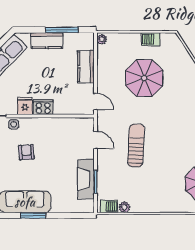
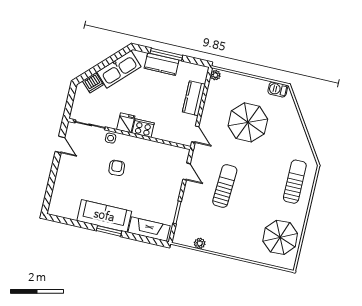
window: (62, 30) -> (166, 54), moved
barbecue: (151, 39) -> (278, 89), moved
fireplace: (86, 179) -> (149, 229), moved, turned 90
barbecue: (109, 206) -> (185, 239), removed

